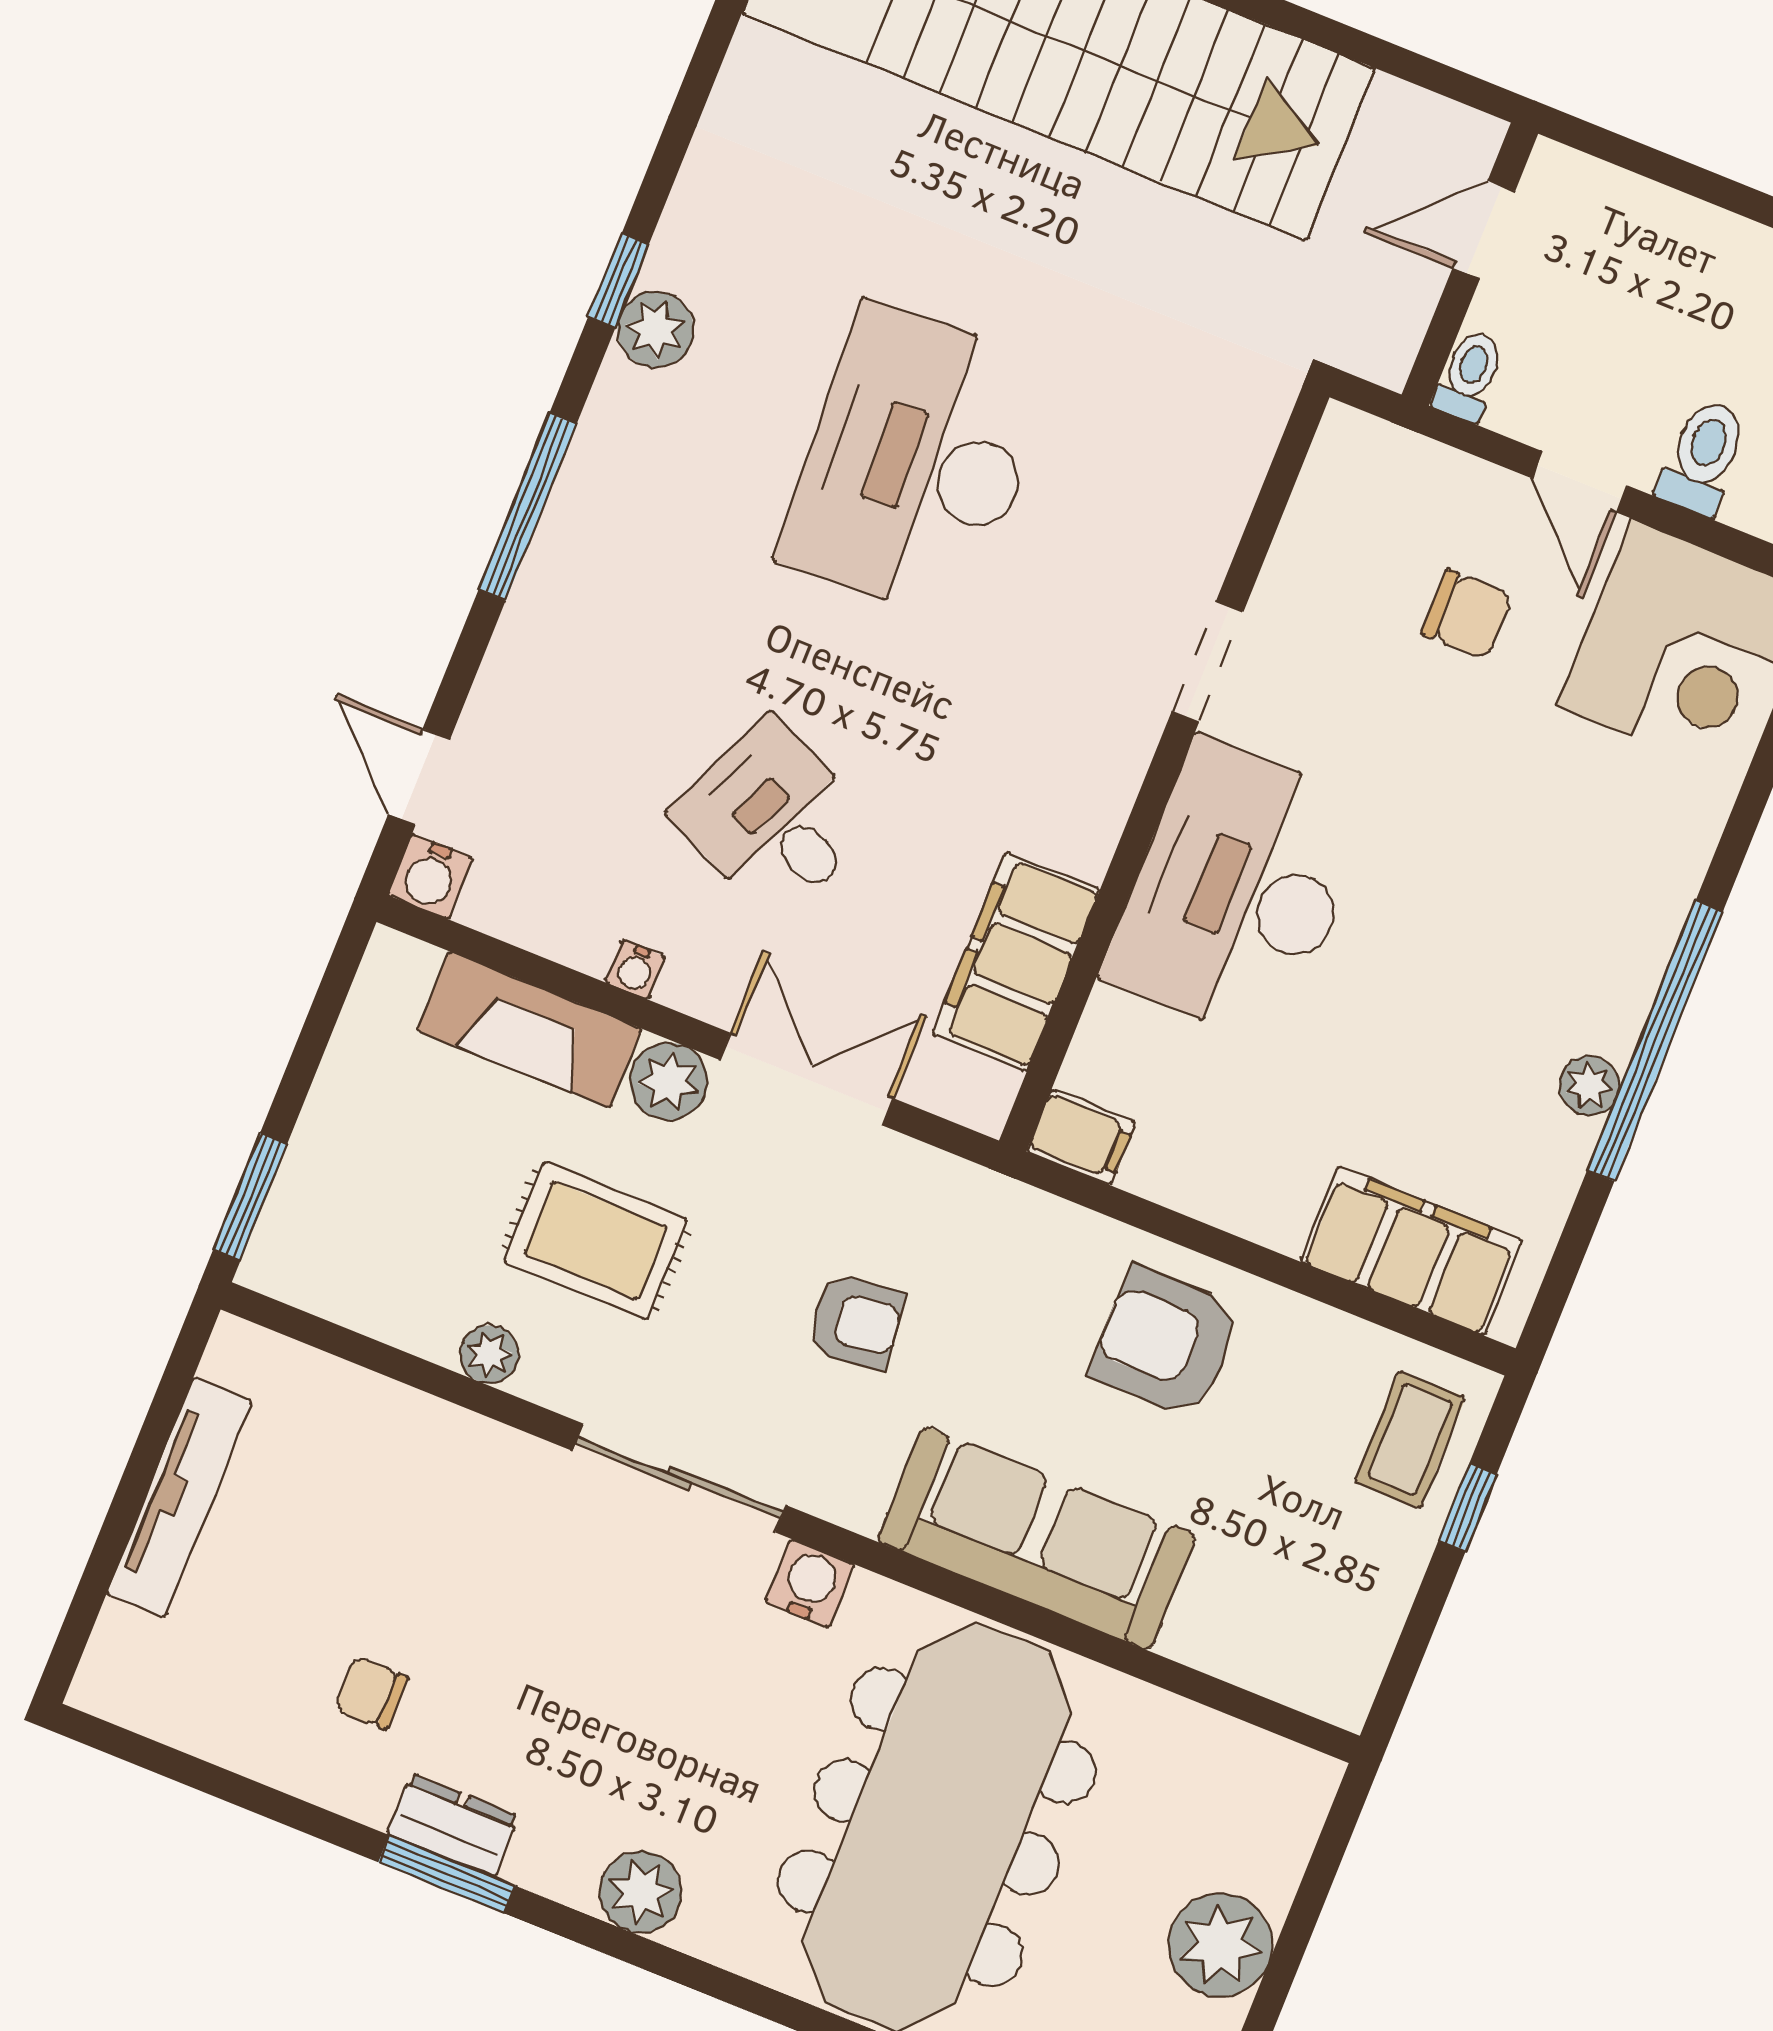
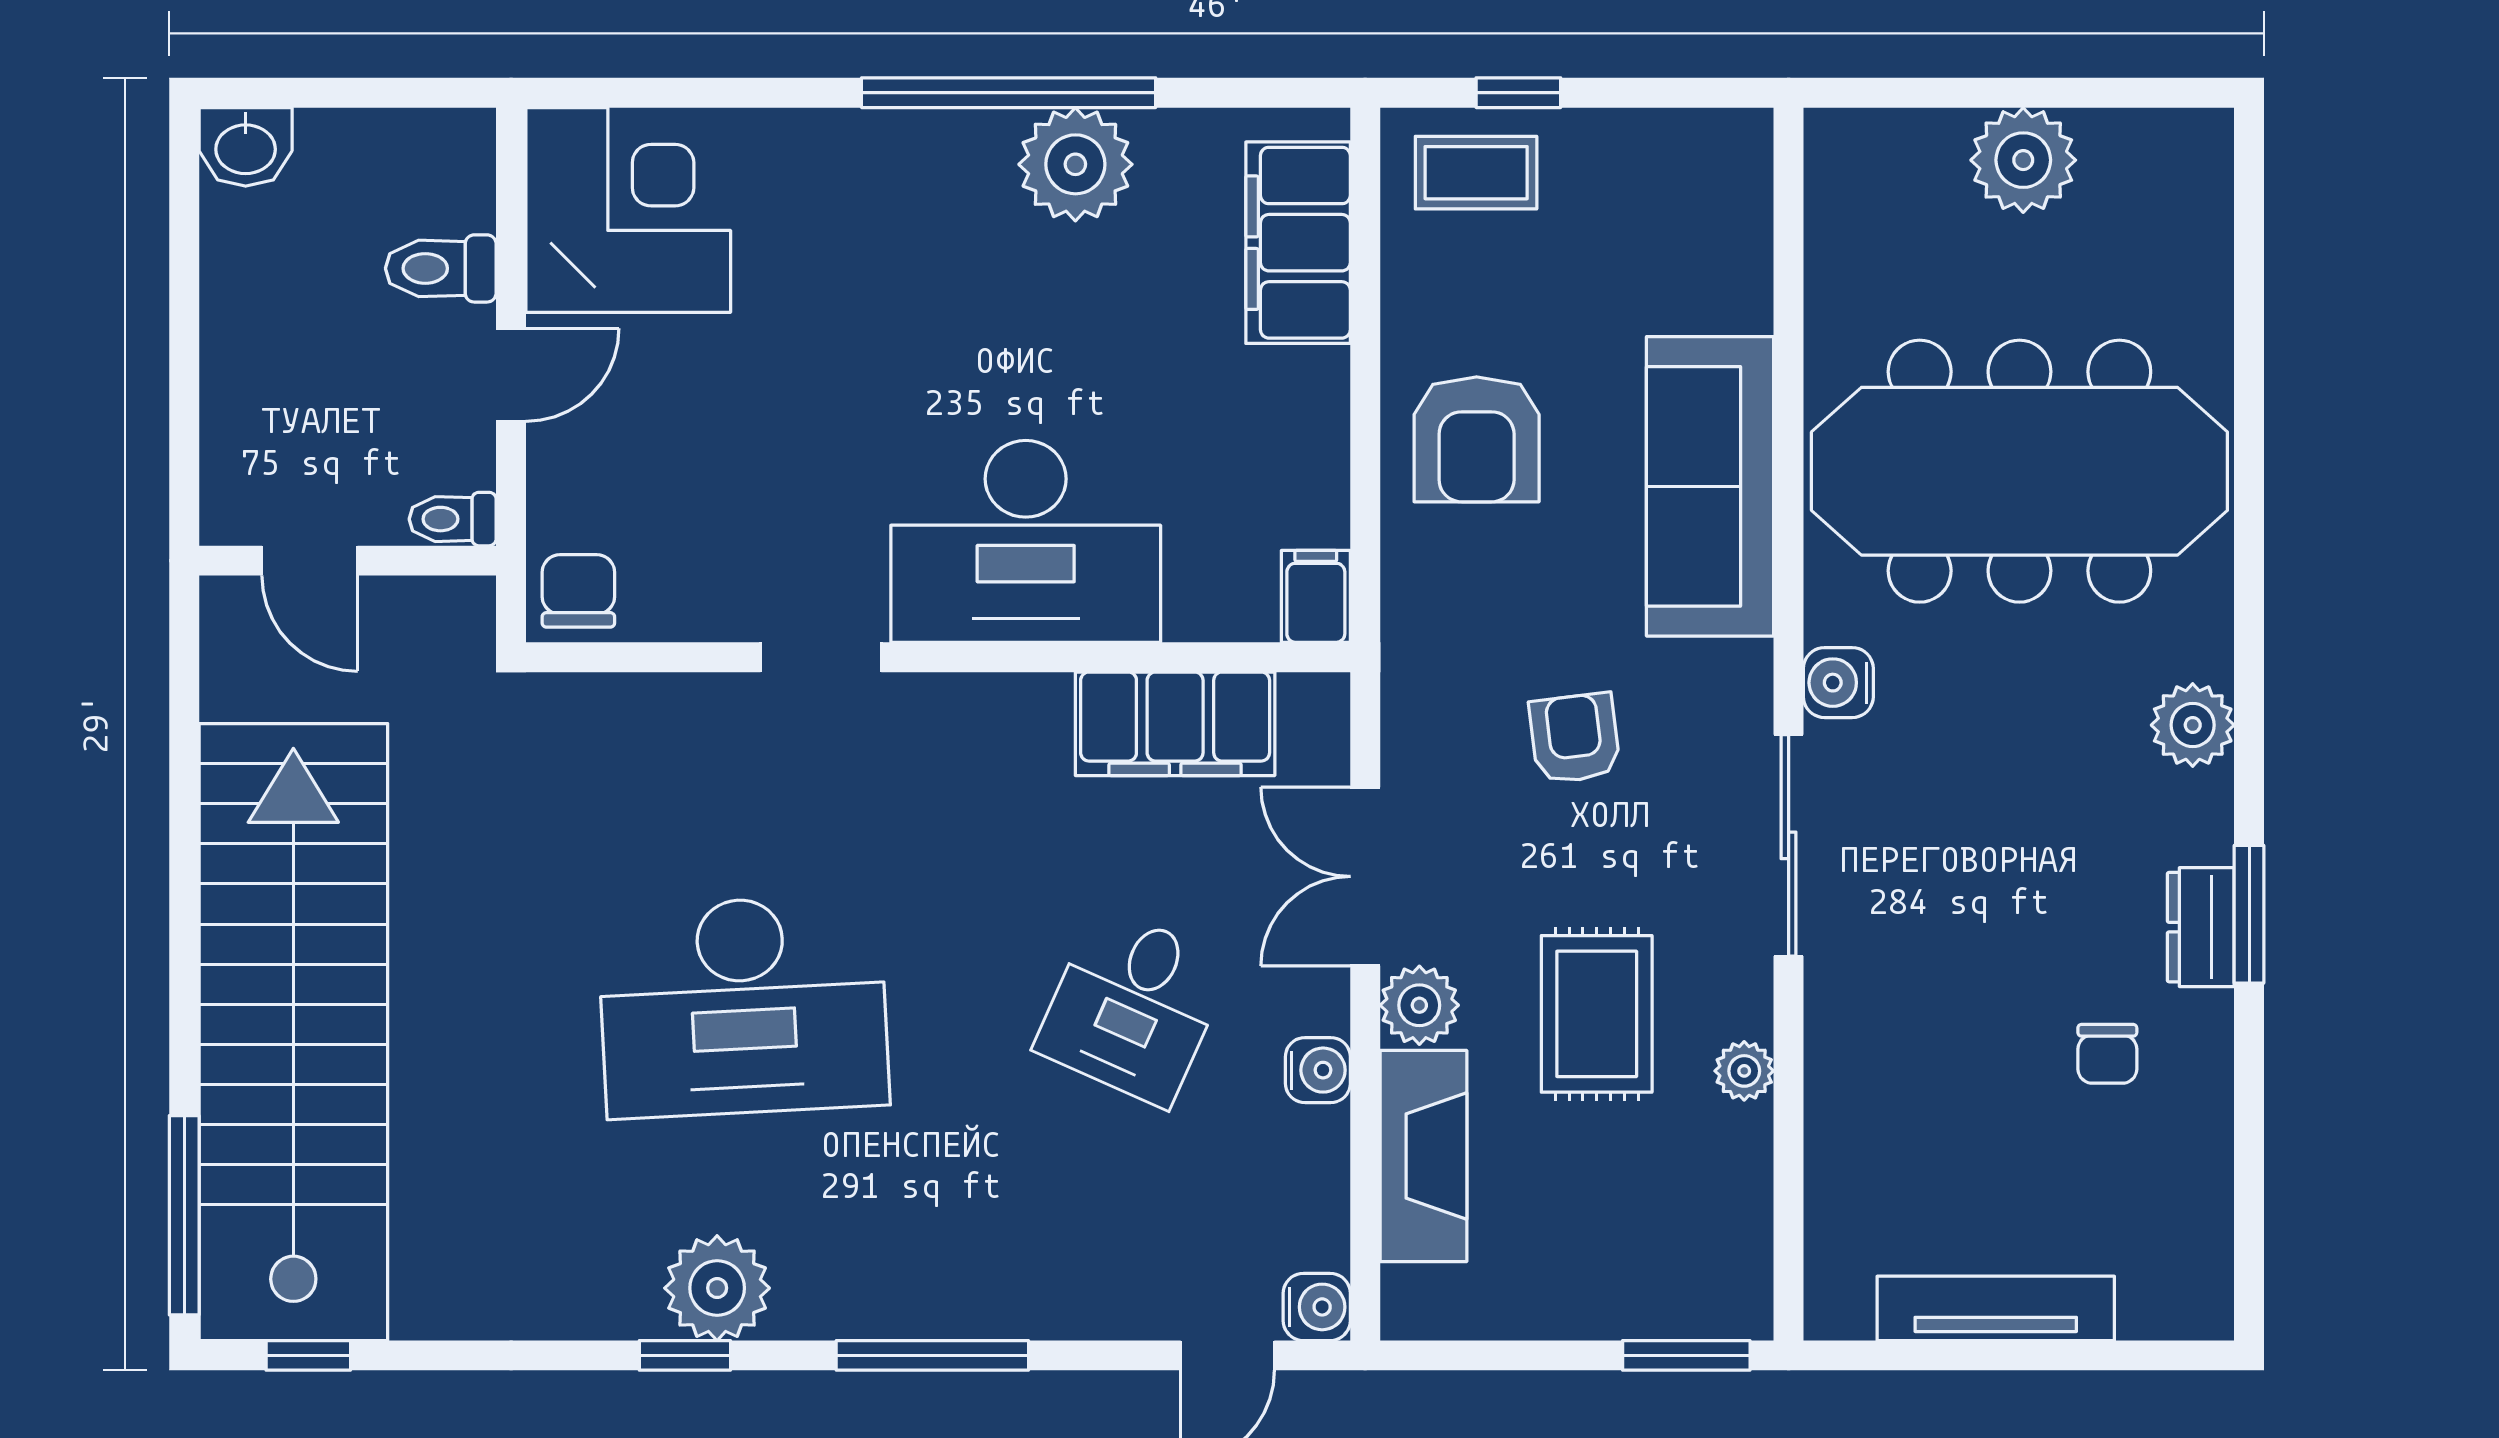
plant: (656, 330) -> (717, 1288), width x1.36, depth x1.36
chair: (1467, 614) -> (578, 591), moved
water cooler: (635, 970) -> (1318, 1070), width x1.38, depth x1.38
plant: (1589, 1086) -> (1075, 164), width x1.87, depth x1.87

